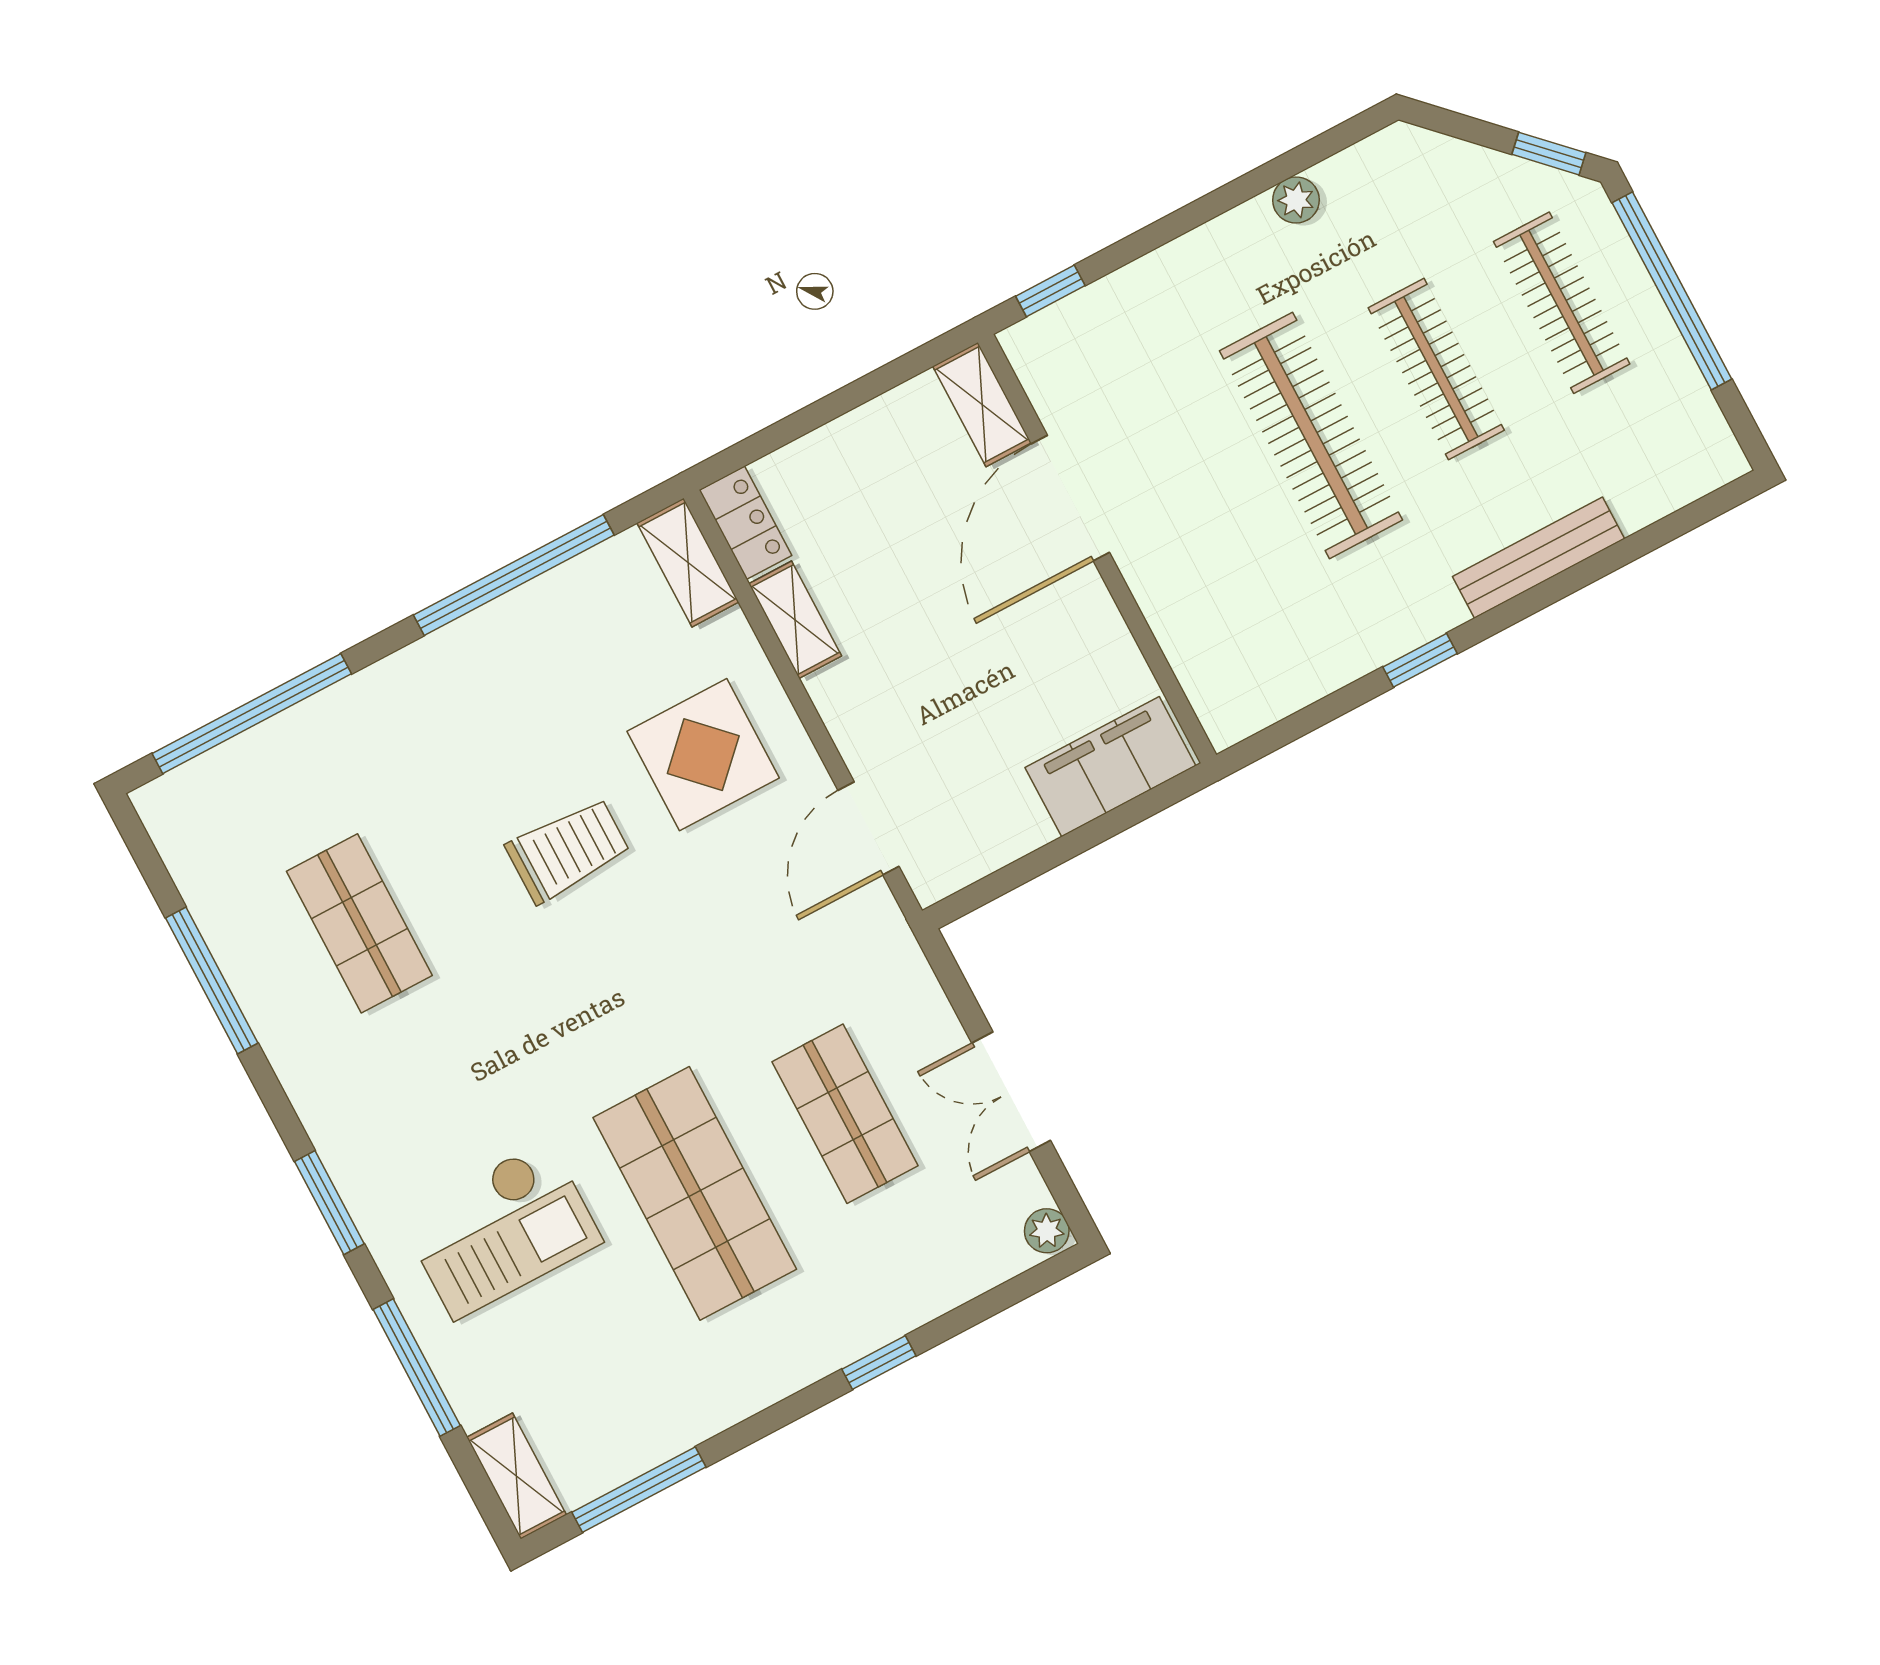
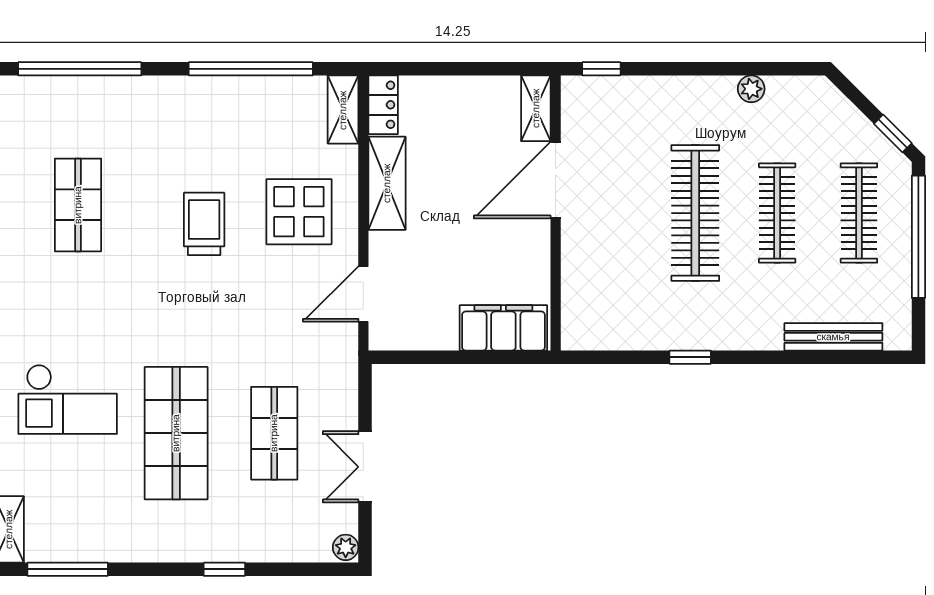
bench: (1539, 558) -> (833, 337), moved
shelving: (795, 620) -> (387, 183), width x1.50, depth x1.33
trolley: (568, 850) -> (204, 224), turned -90

